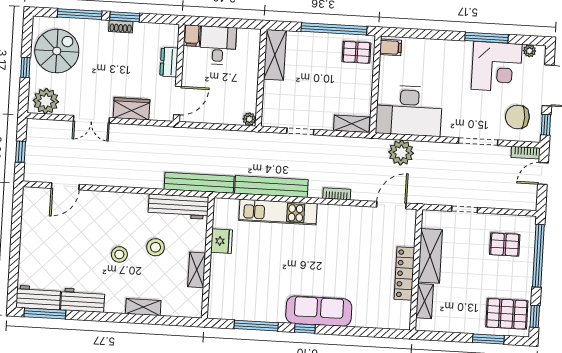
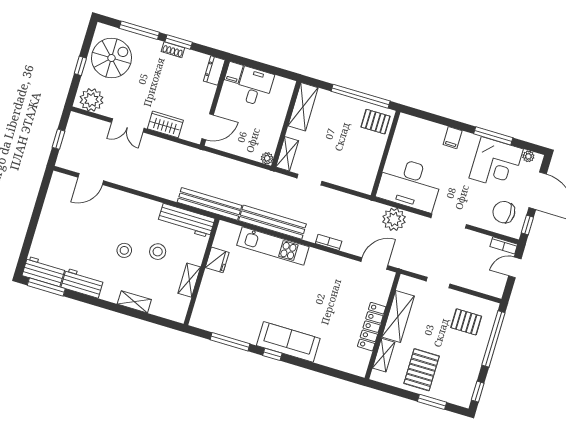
filing cabinet: (391, 47) -> (453, 138), moved, turned 90
dresser: (169, 62) -> (214, 70), moved
shelving: (352, 124) -> (287, 154), moved, turned 90
doorway: (478, 142) -> (449, 221), moved
pallet: (507, 314) -> (422, 370), moved, turned 90

